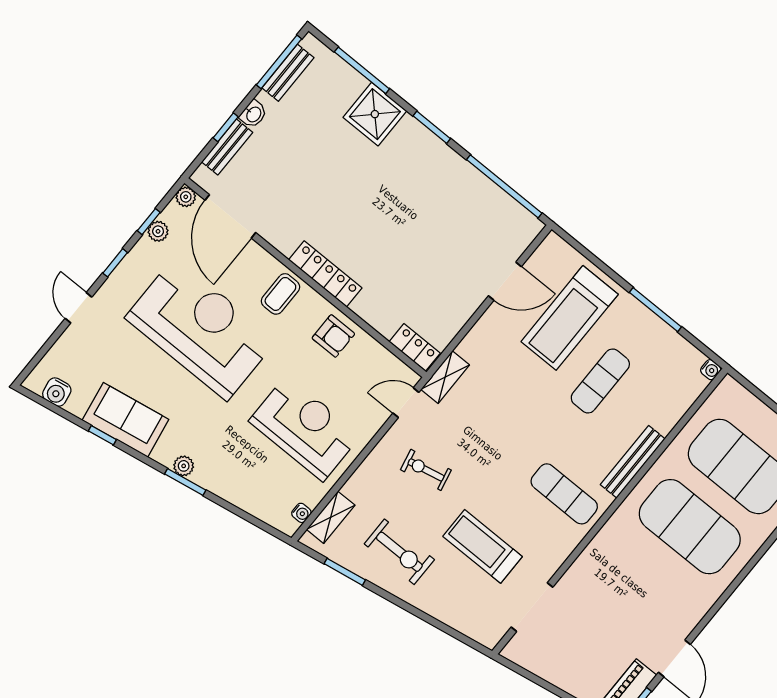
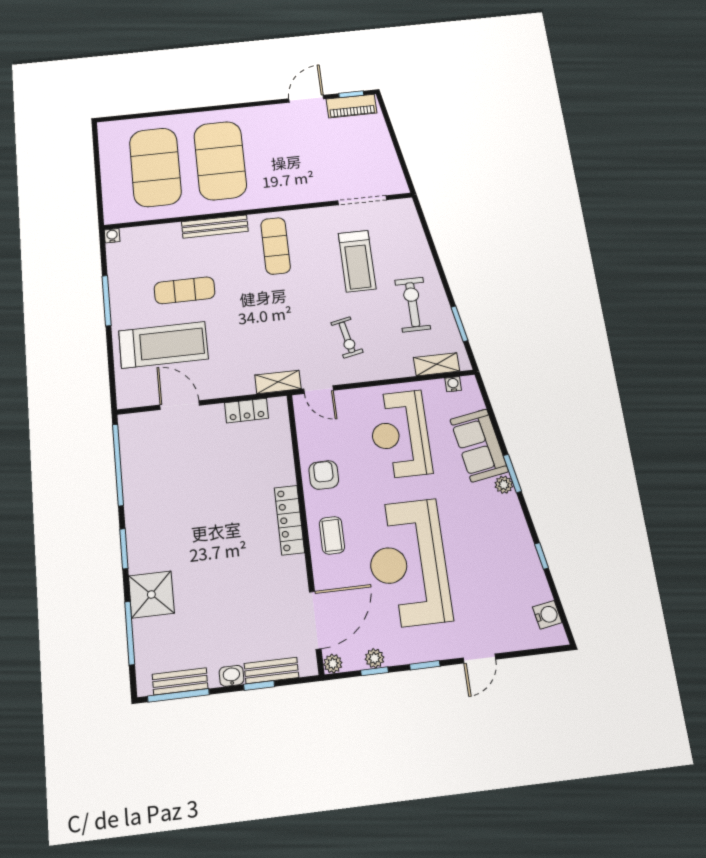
coffee table: (280, 294) -> (332, 535), turned 90
locker: (415, 347) -> (246, 410), moved, turned -90
sofa: (125, 420) -> (479, 445), moved

